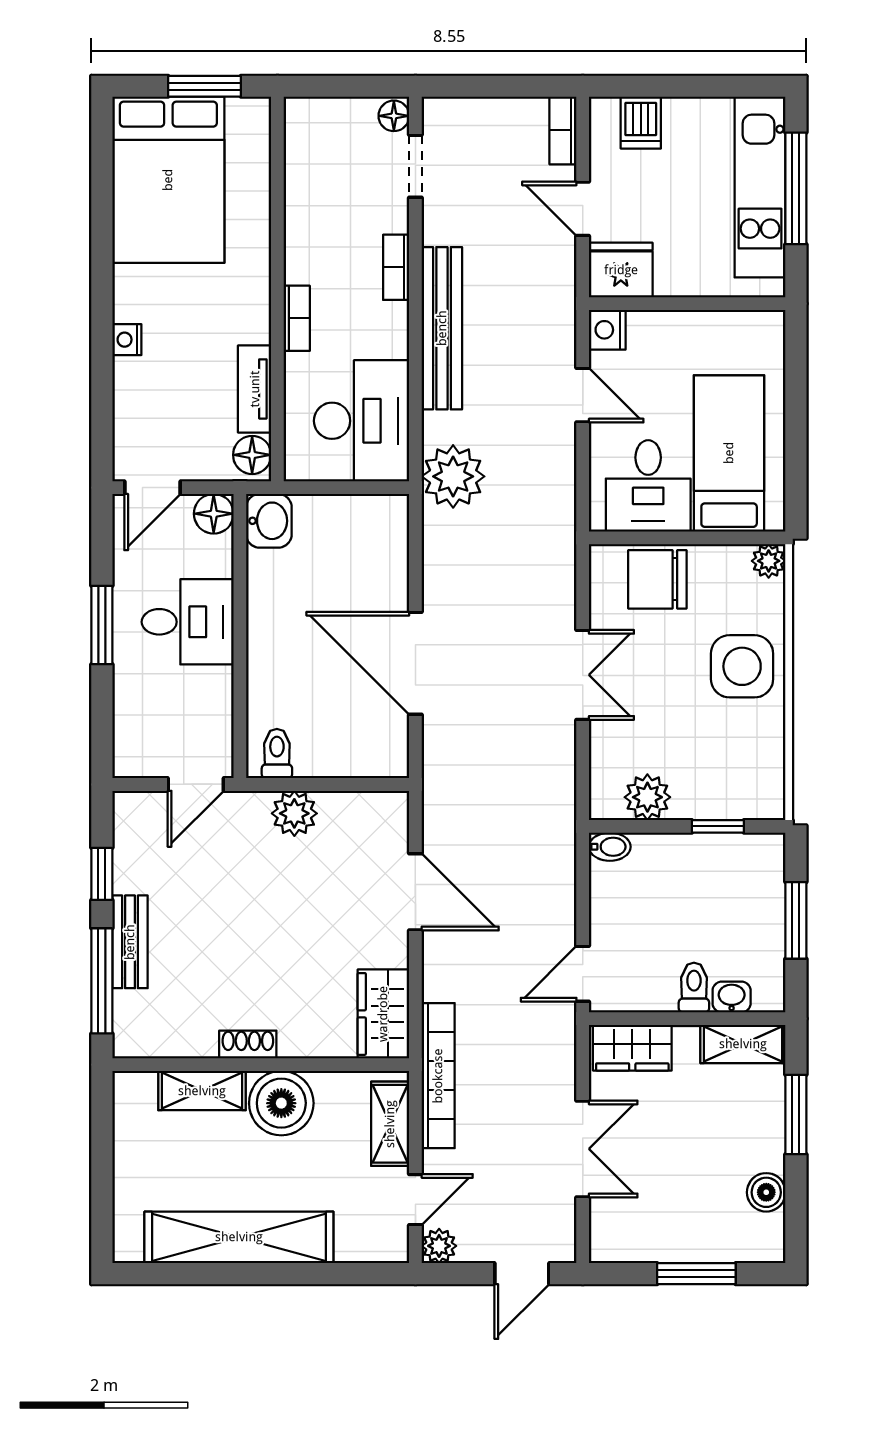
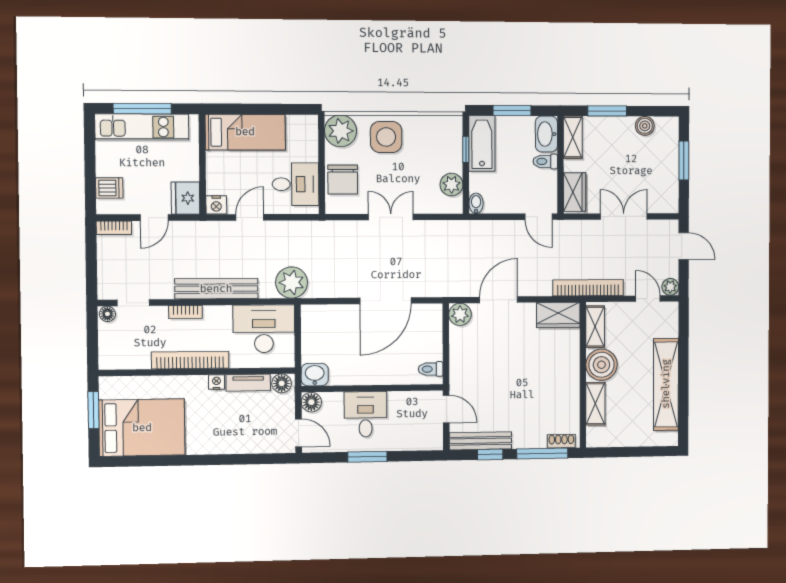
bookcase: (297, 318) -> (190, 360), width x2.31, depth x1.31
nightstand: (127, 340) -> (217, 382), moved, turned 180
bed: (729, 453) -> (245, 132), moved, turned 180
plant: (769, 561) -> (341, 131), width x1.87, depth x1.87
plant: (294, 813) -> (460, 314), moved
bathtub: (730, 859) -> (482, 143), added
bench: (130, 942) -> (480, 441), moved, width x1.36
washbasin: (732, 997) -> (546, 134), width x1.91, depth x1.45
shoe rack: (248, 1044) -> (561, 441), moved, turned 90
shelving: (390, 1124) -> (595, 327), moved, turned 90

